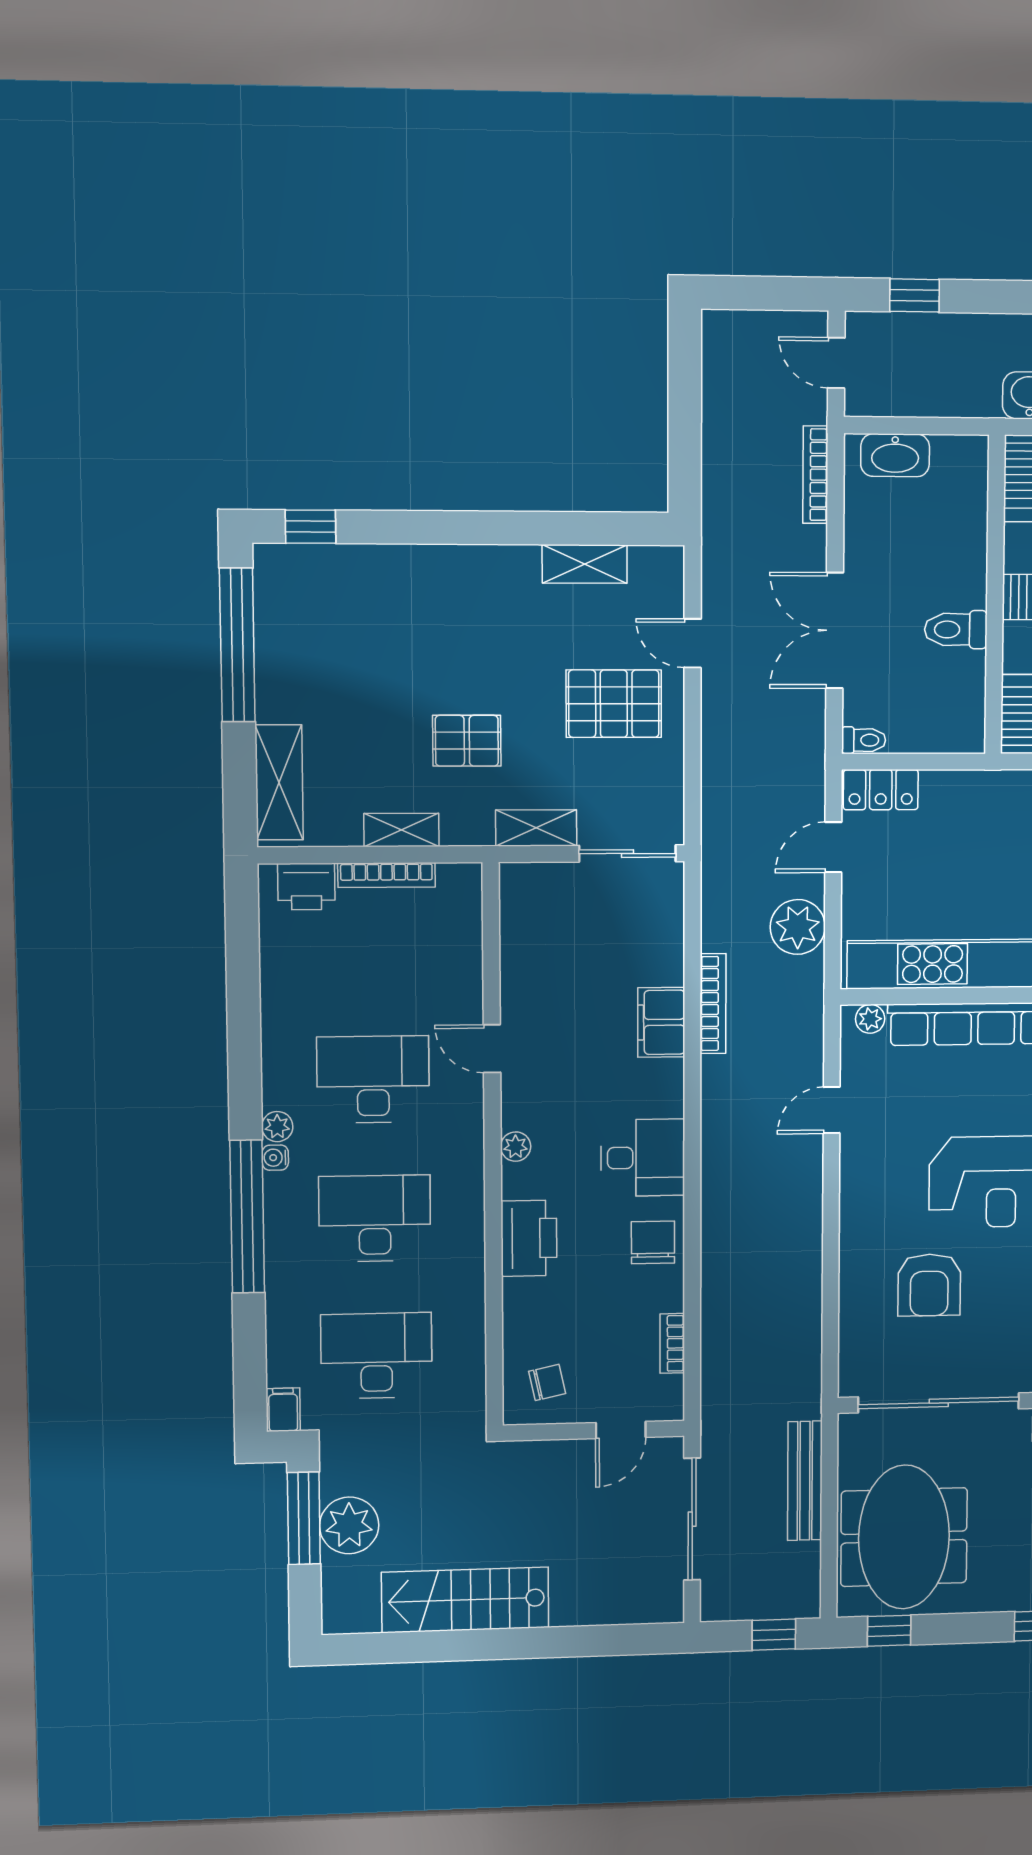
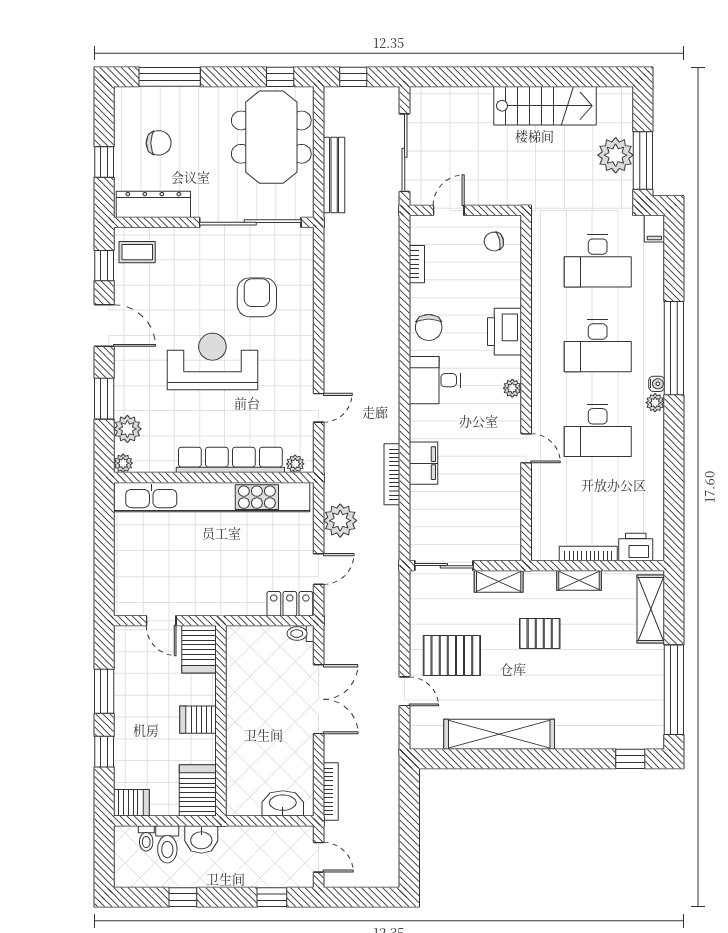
shelving: (585, 564) -> (499, 734), width x2.20, depth x1.33
toilet: (956, 630) -> (245, 700), removed

